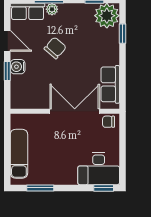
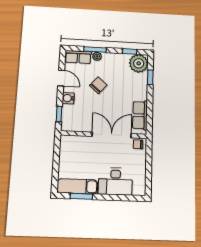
window: (7, 71) -> (59, 114), moved
exam couch: (19, 154) -> (77, 186), moved, turned -90
desk: (99, 169) -> (115, 181), moved
window: (104, 188) -> (133, 198), removed

